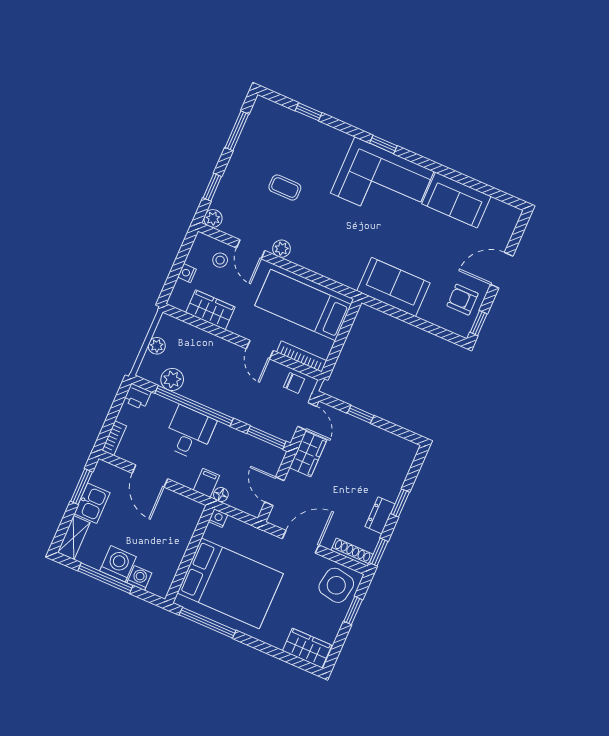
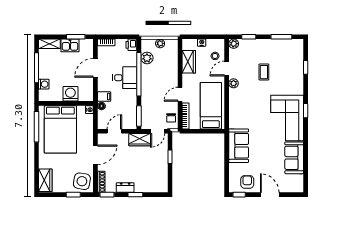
door: (301, 542) -> (95, 155), hinge flipped
washing machine: (118, 564) -> (70, 94), moved, turned -90

